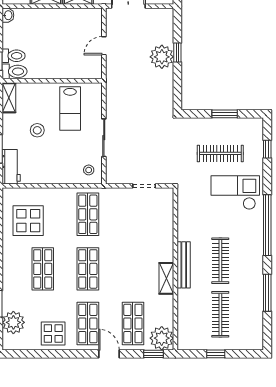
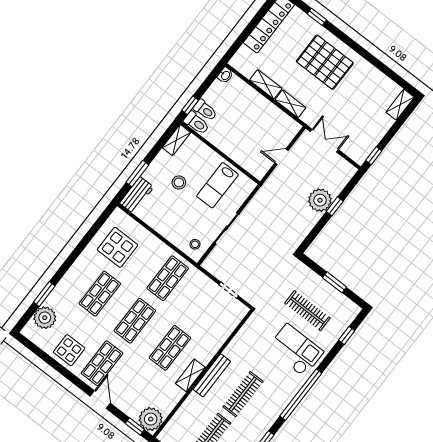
shop shelf: (133, 324) -> (170, 348), moved

